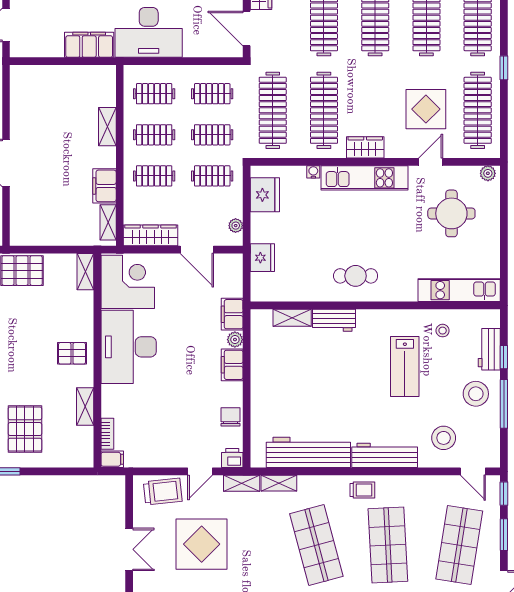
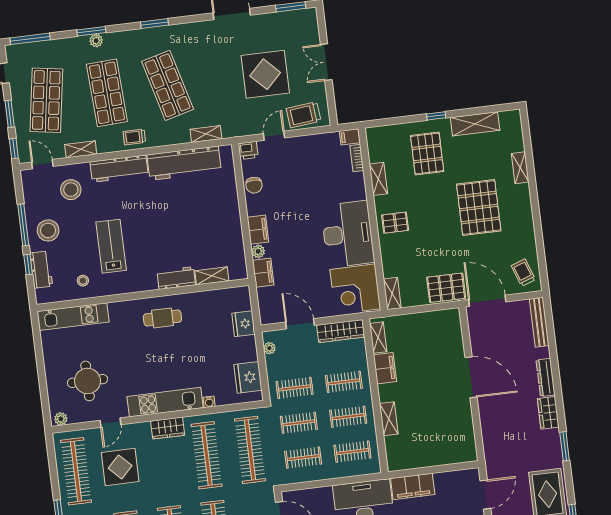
shelving: (242, 483) -> (81, 149), moved

